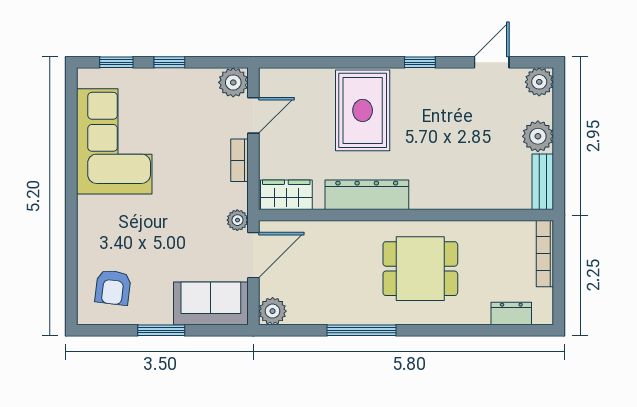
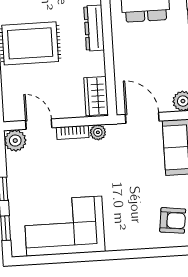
dresser: (367, 195) -> (94, 28), width x0.73, depth x0.80
plant: (237, 220) -> (98, 132), moved

